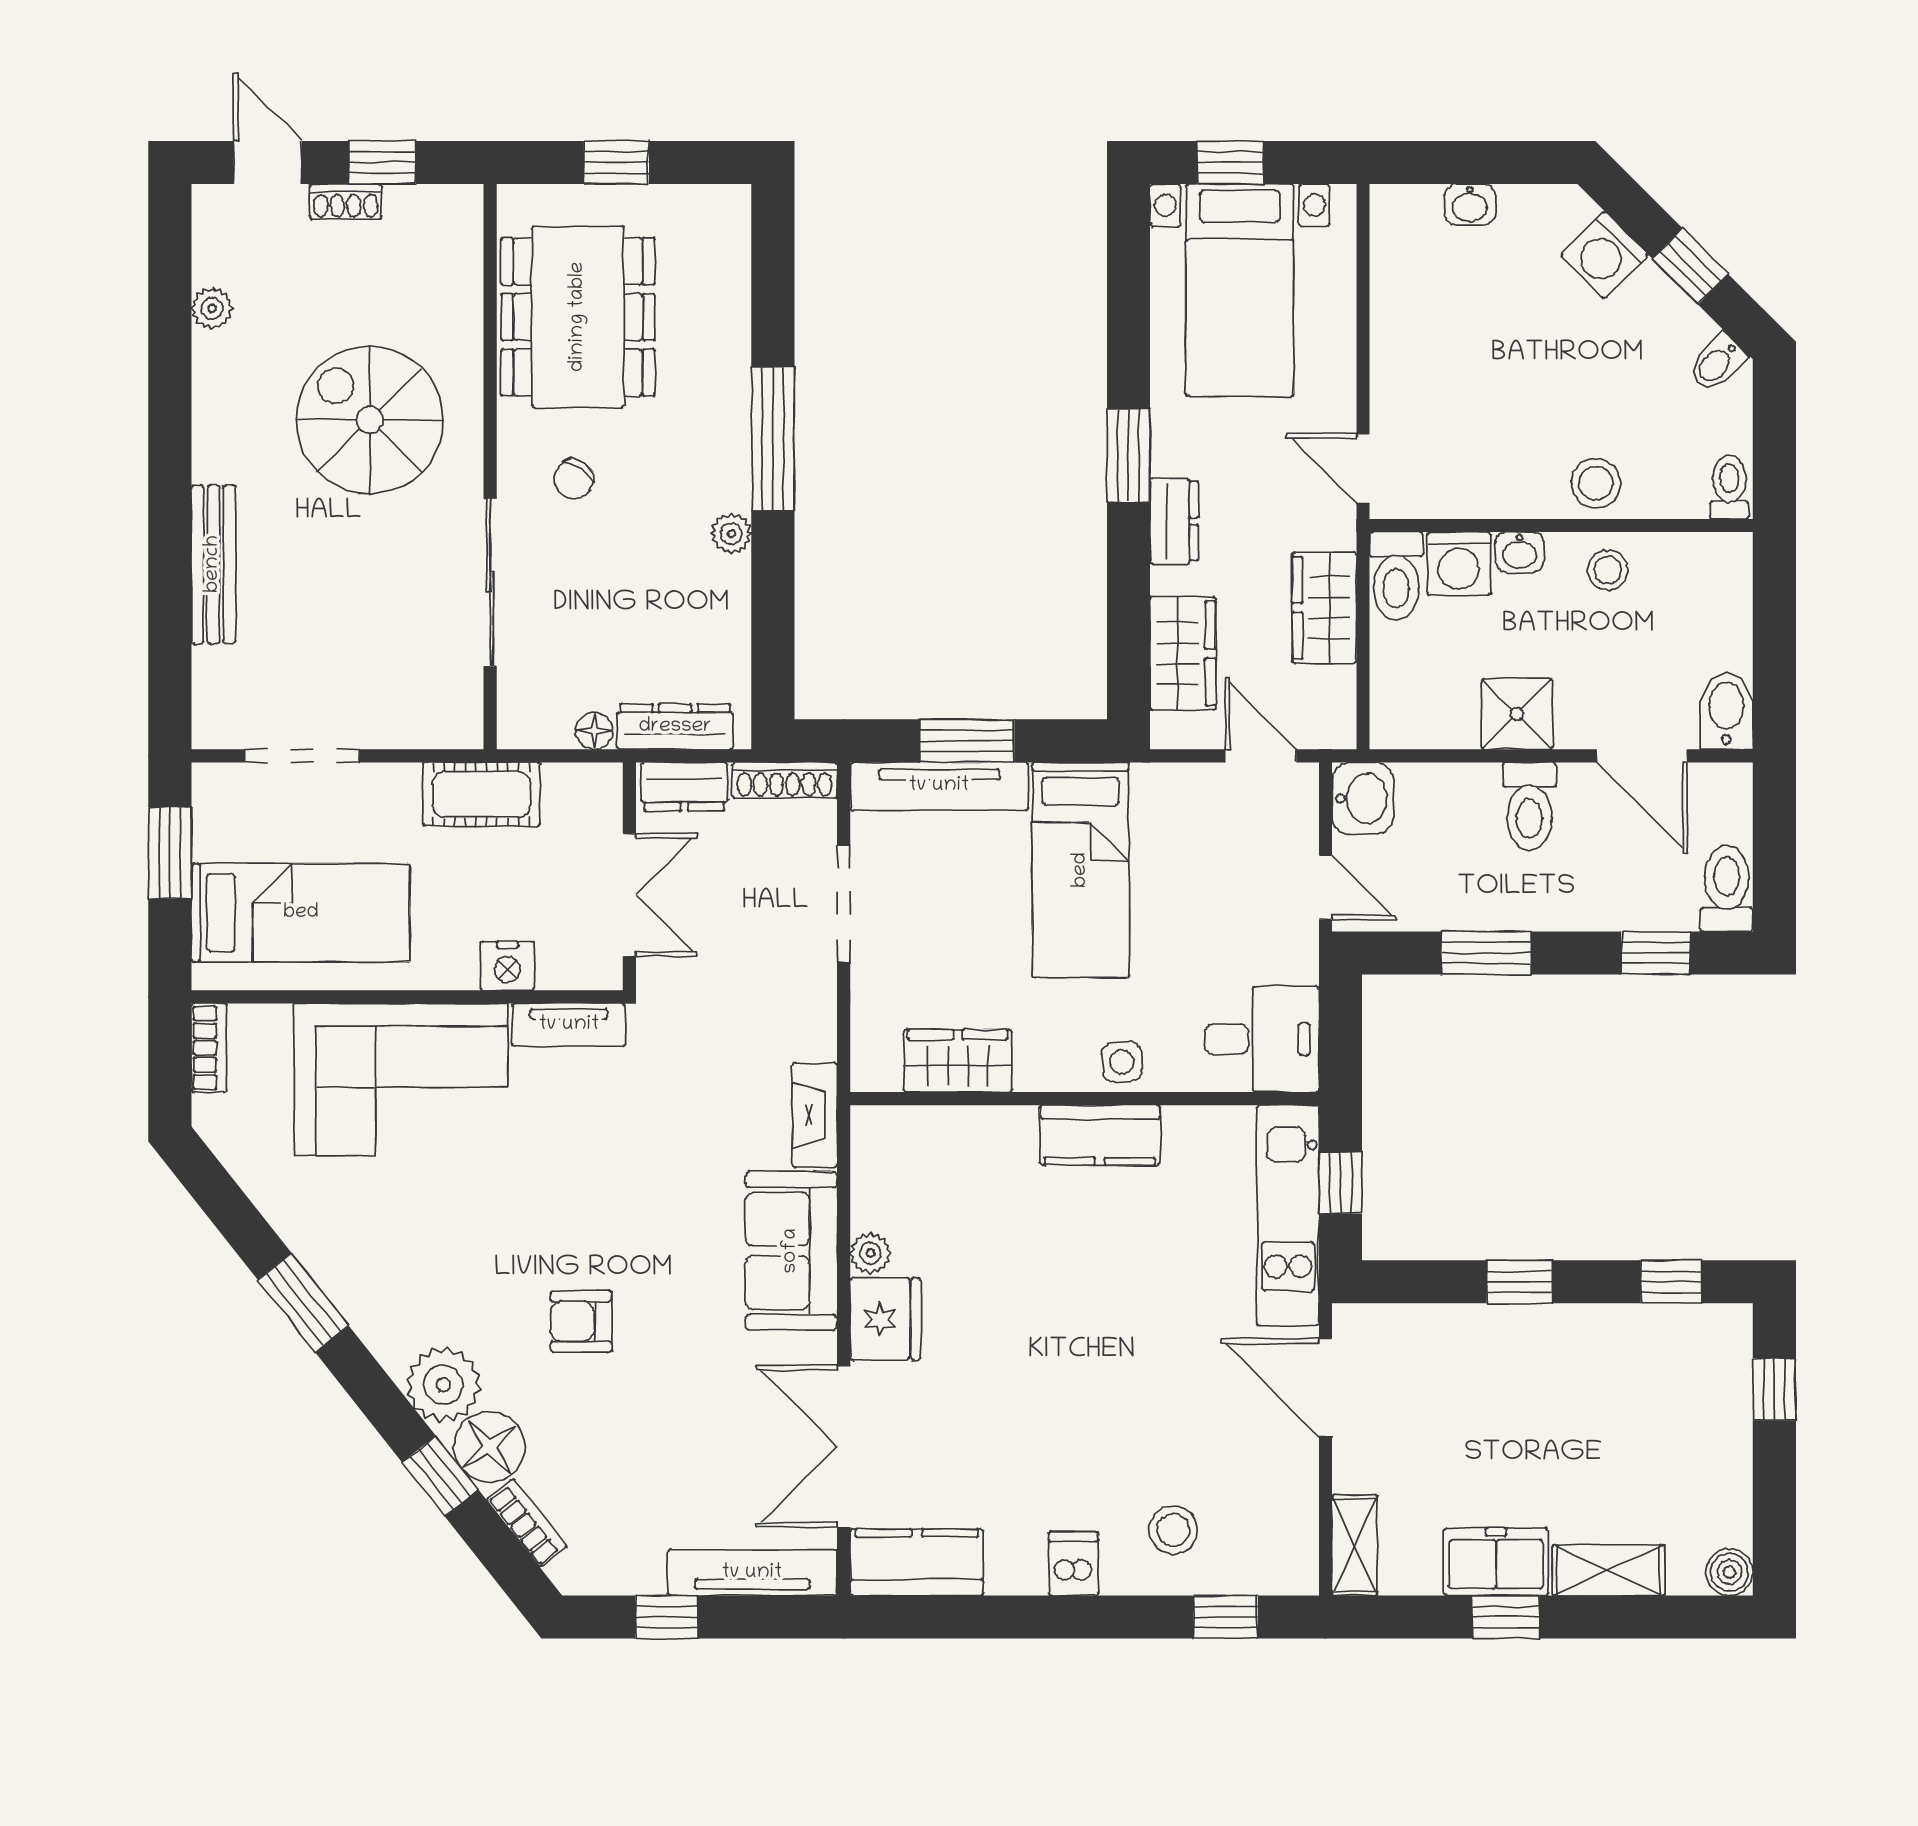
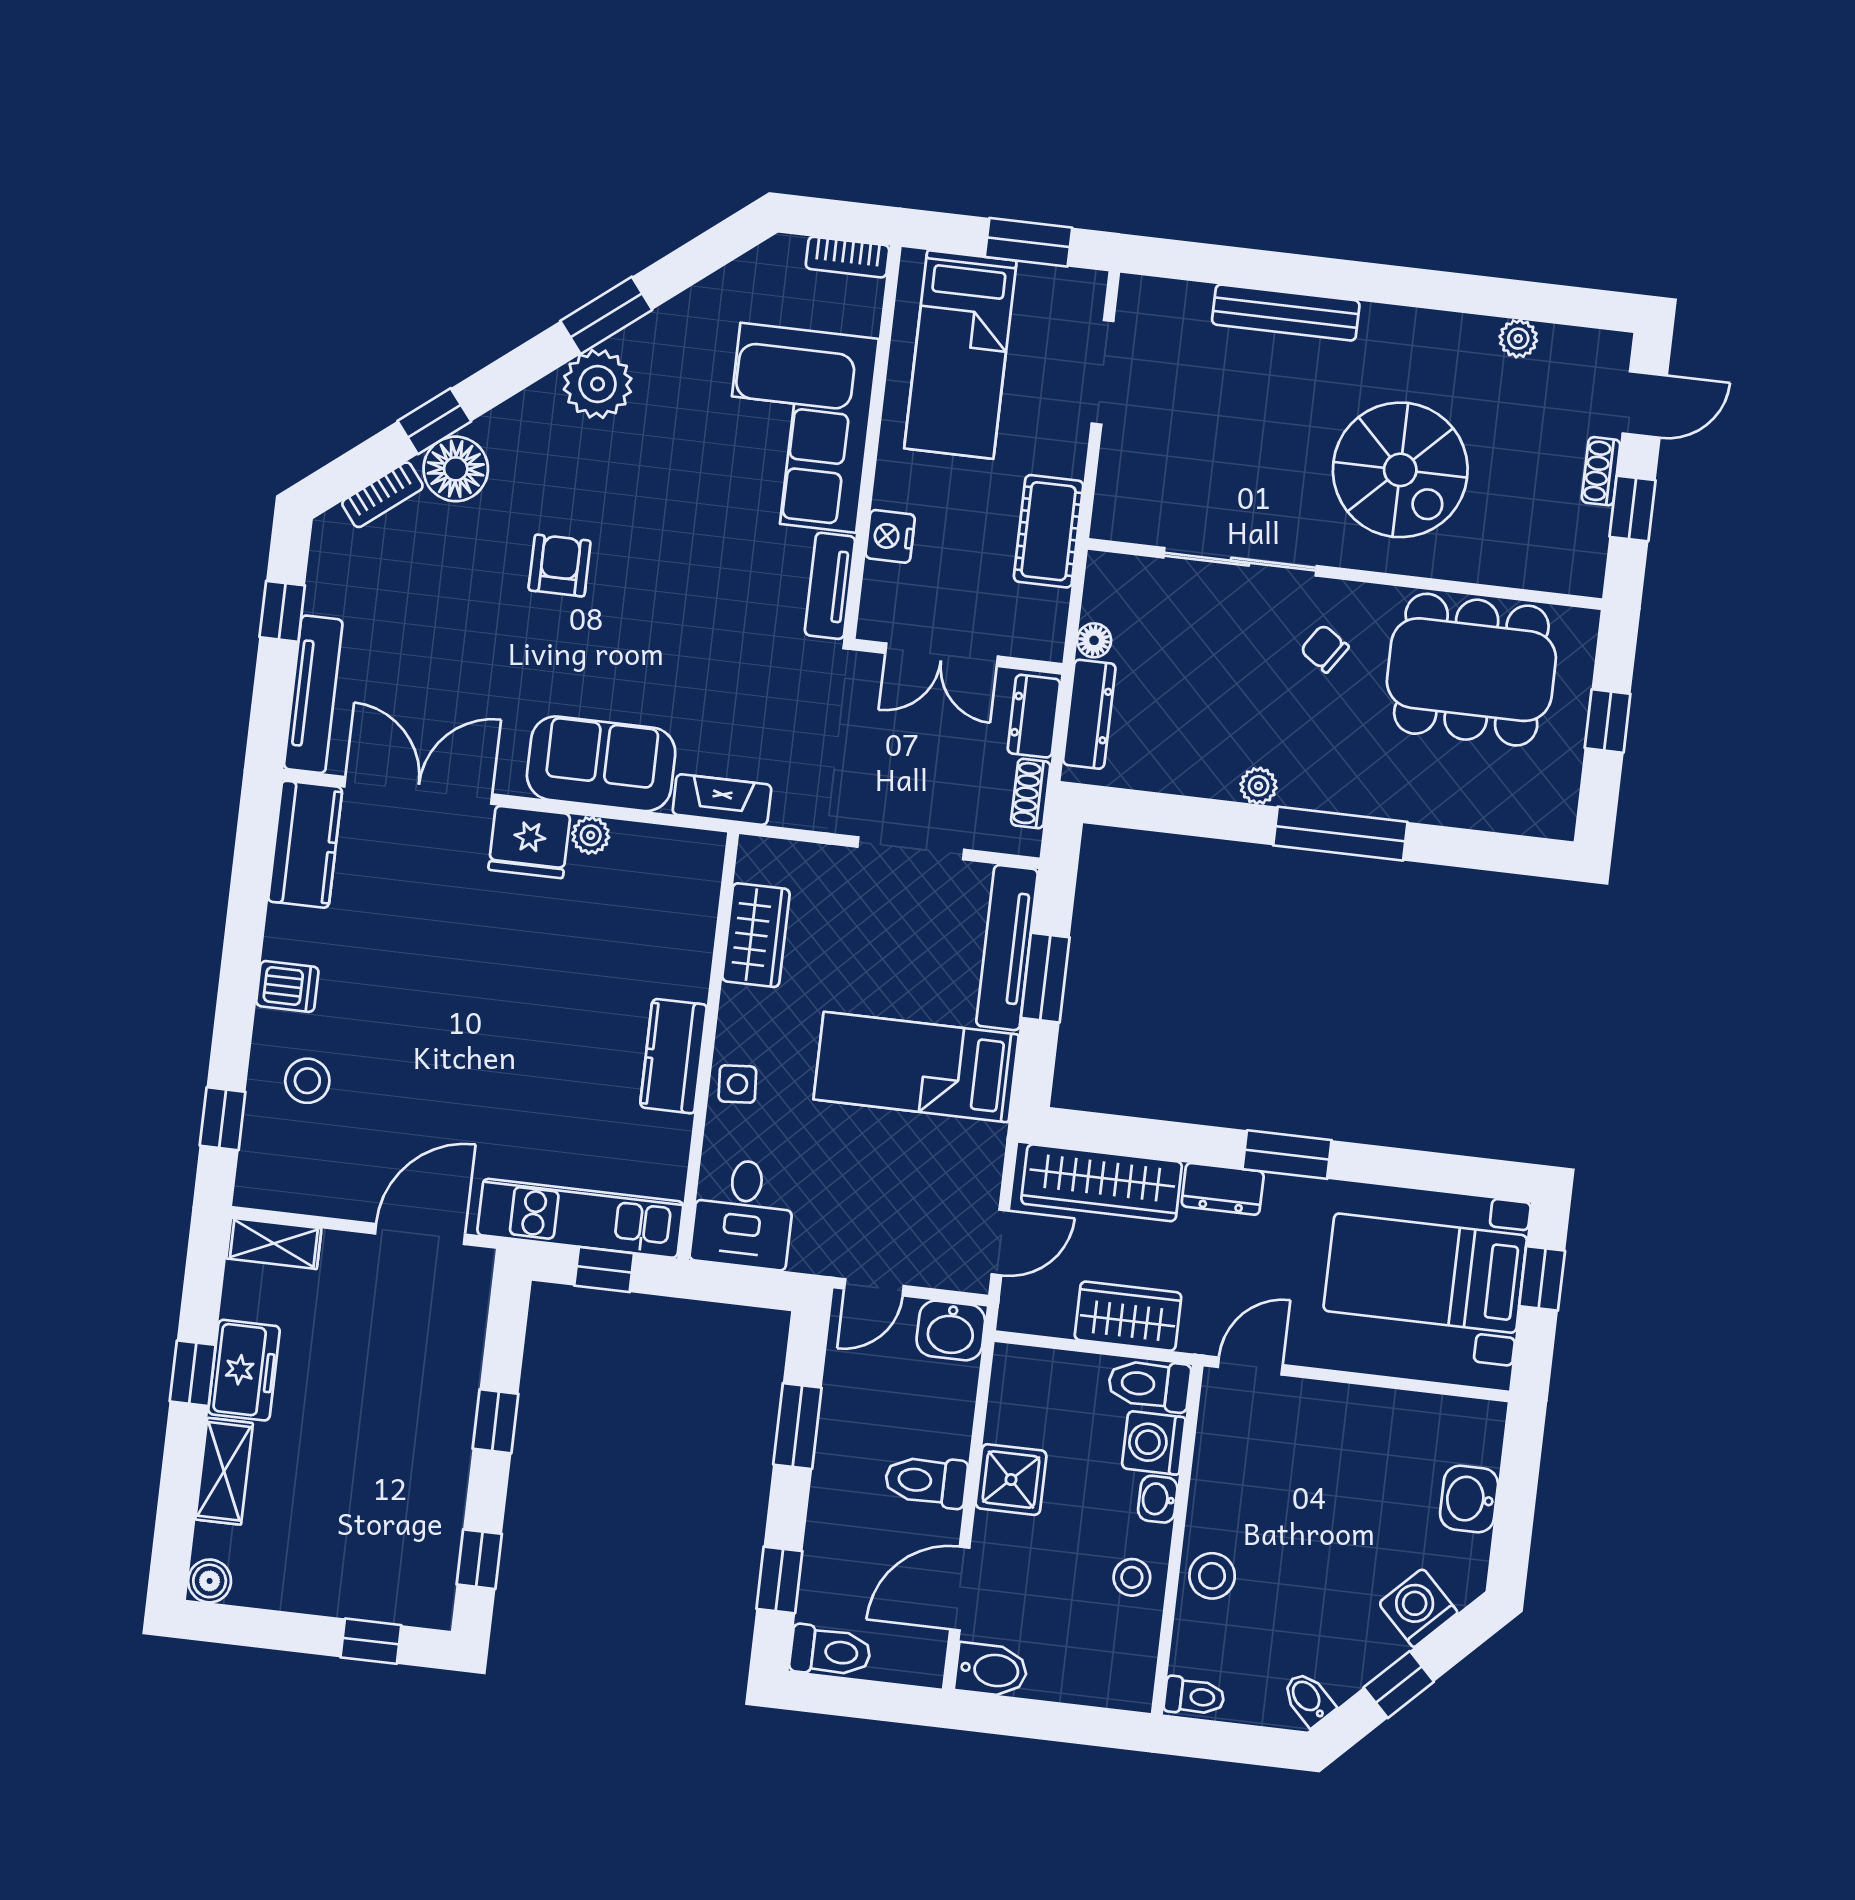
washbasin: (1470, 204) -> (1469, 1499), width x1.38, depth x1.45
spiral stairs: (370, 420) -> (1400, 470), turned 90
wardrobe: (1183, 653) -> (1102, 1183), width x1.50
shoe rack: (785, 780) -> (1031, 793), width x0.70
plant: (443, 1385) -> (598, 384), moved

